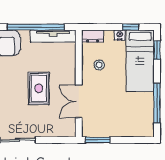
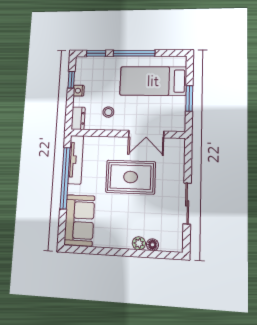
bed: (140, 61) -> (153, 81), moved, turned 180
rug: (39, 88) -> (131, 177), width x1.36, depth x1.43
window: (157, 103) -> (134, 53), moved
window: (98, 140) -> (189, 98), moved

